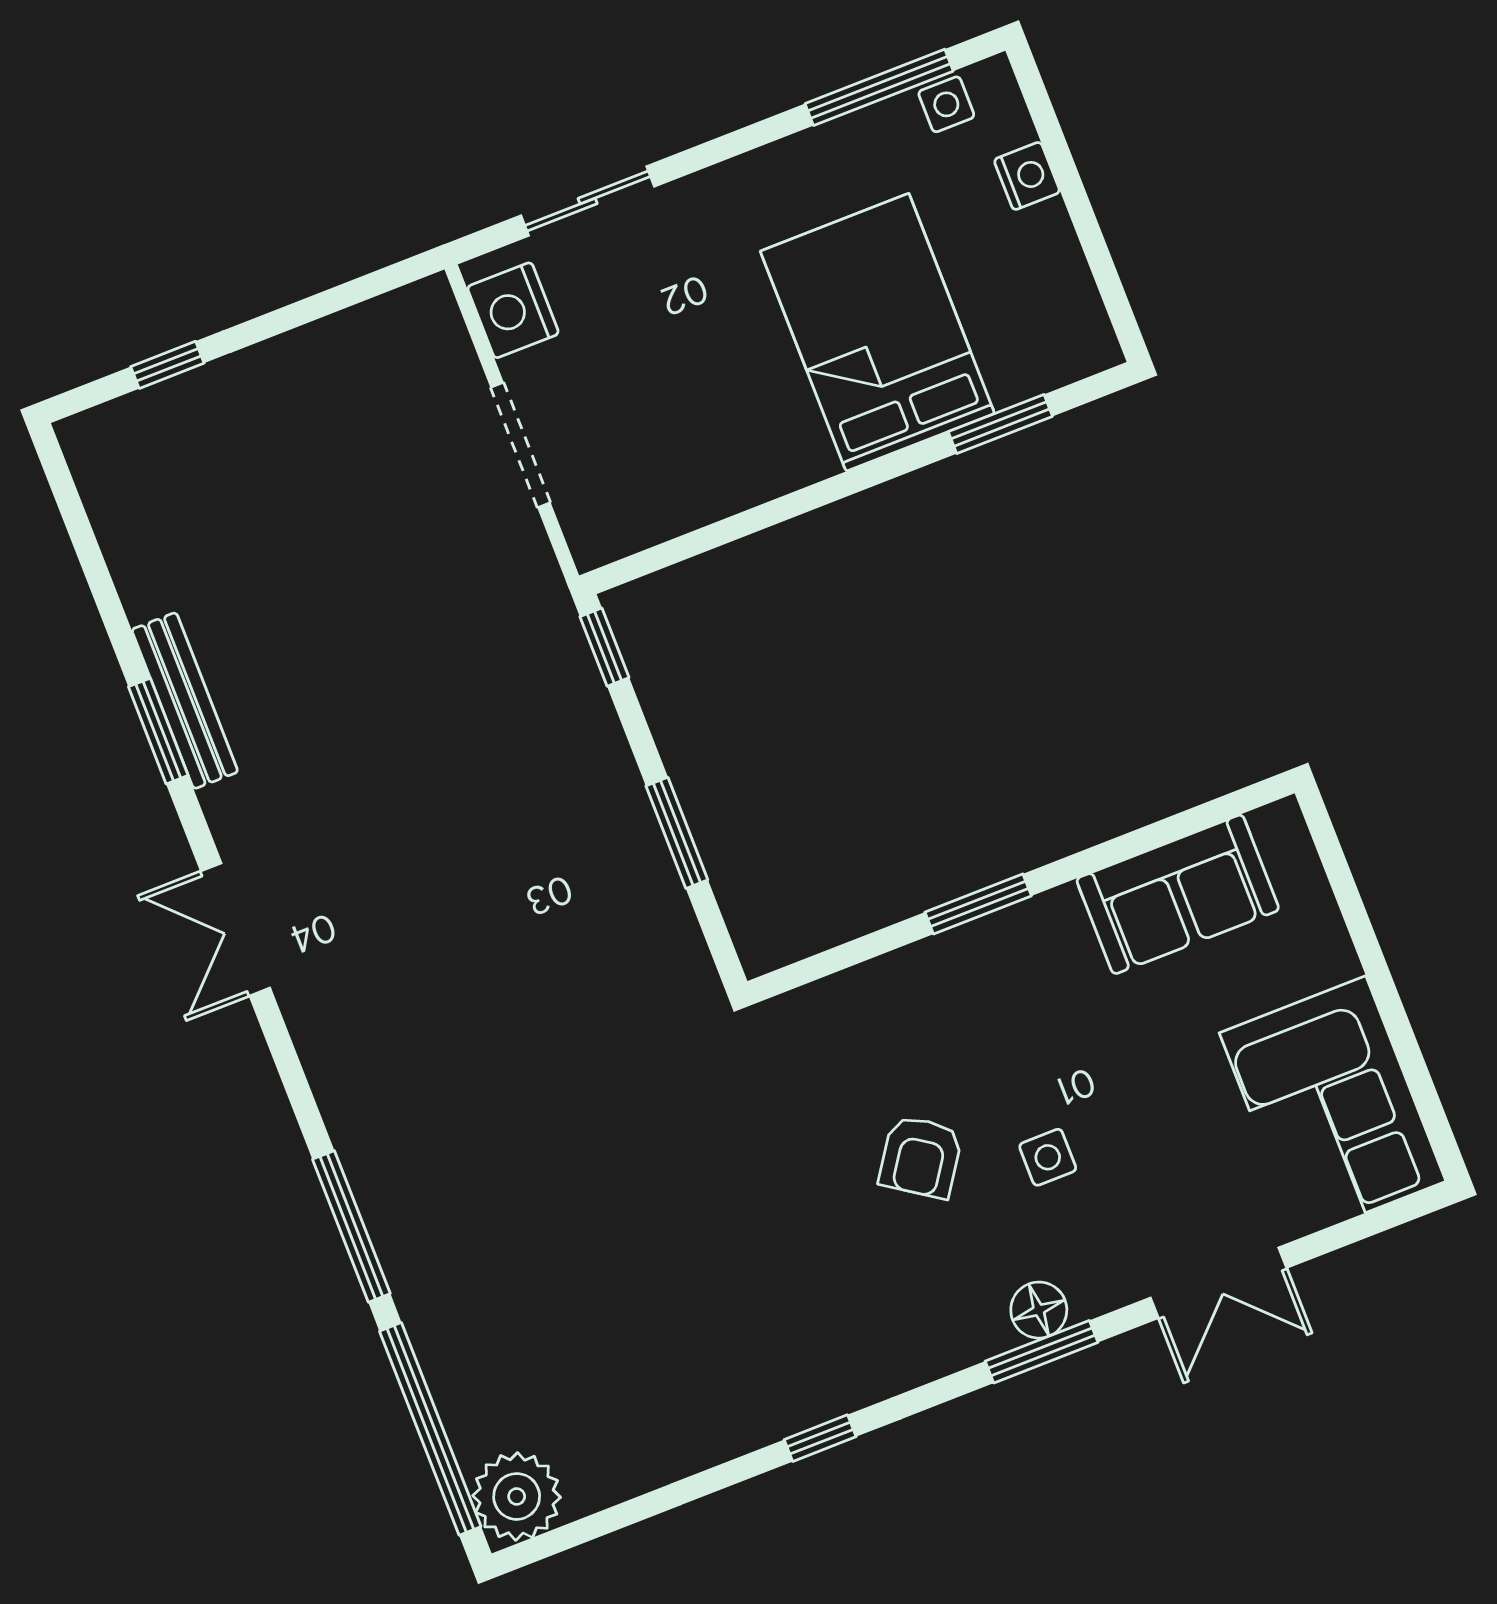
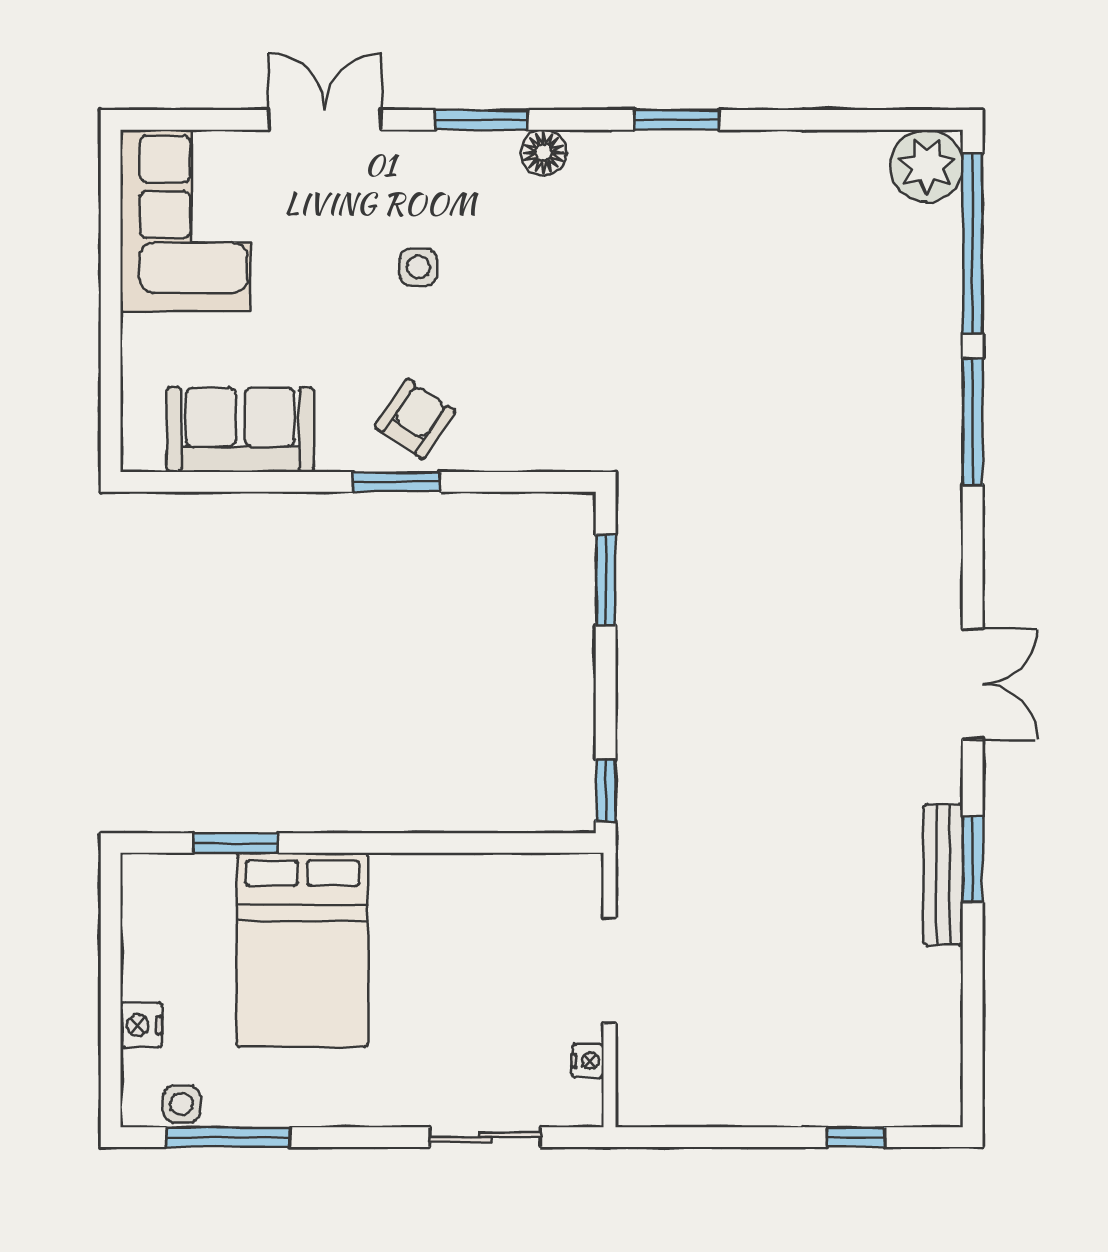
nightstand: (513, 310) -> (588, 1061), width x0.53, depth x0.56
window: (677, 833) -> (606, 580), moved
armchair: (921, 1157) -> (415, 419), moved
floor lamp: (1039, 1310) -> (544, 153), moved
window: (820, 1438) -> (677, 120), width x1.50

